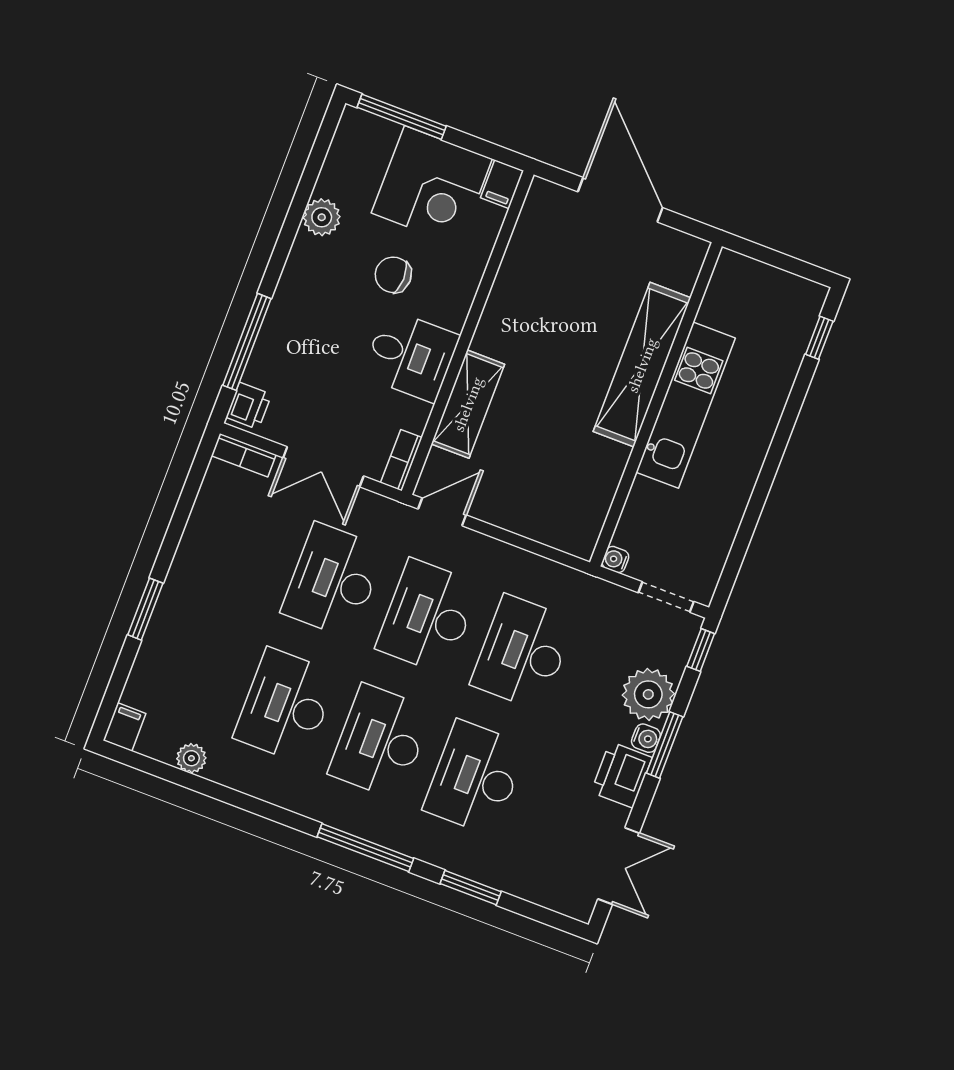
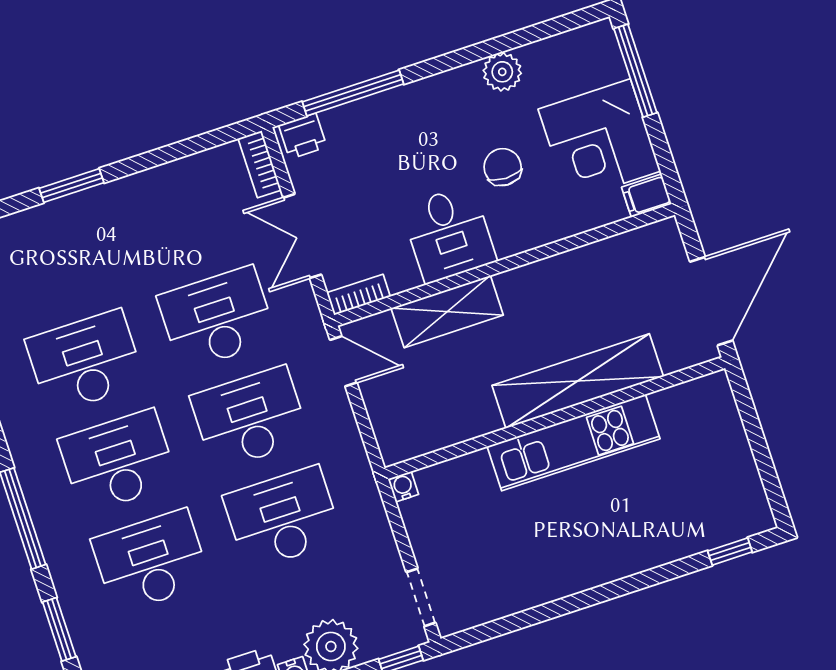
shelving: (642, 365) -> (578, 381), moved
wall: (656, 404) -> (555, 418), moved
kitchen unit: (686, 405) -> (574, 443), moved
water cooler: (615, 560) -> (403, 487), moved

